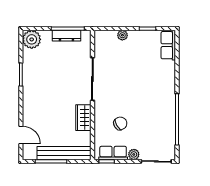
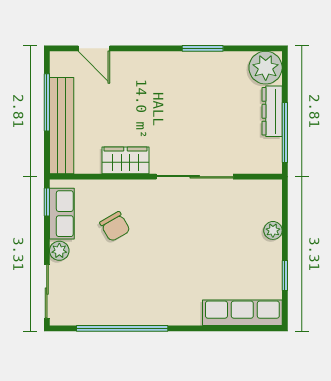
dresser: (66, 36) -> (272, 111), moved
row of seats: (168, 45) -> (242, 313), width x1.48
door: (21, 135) -> (94, 48), hinge flipped

